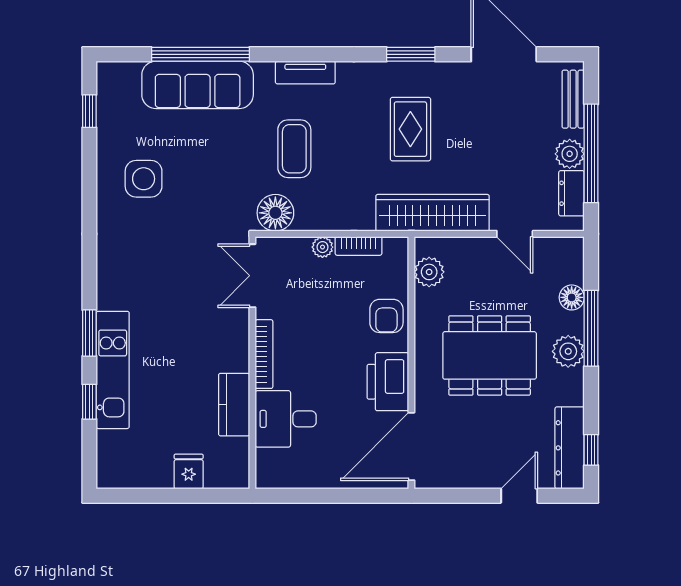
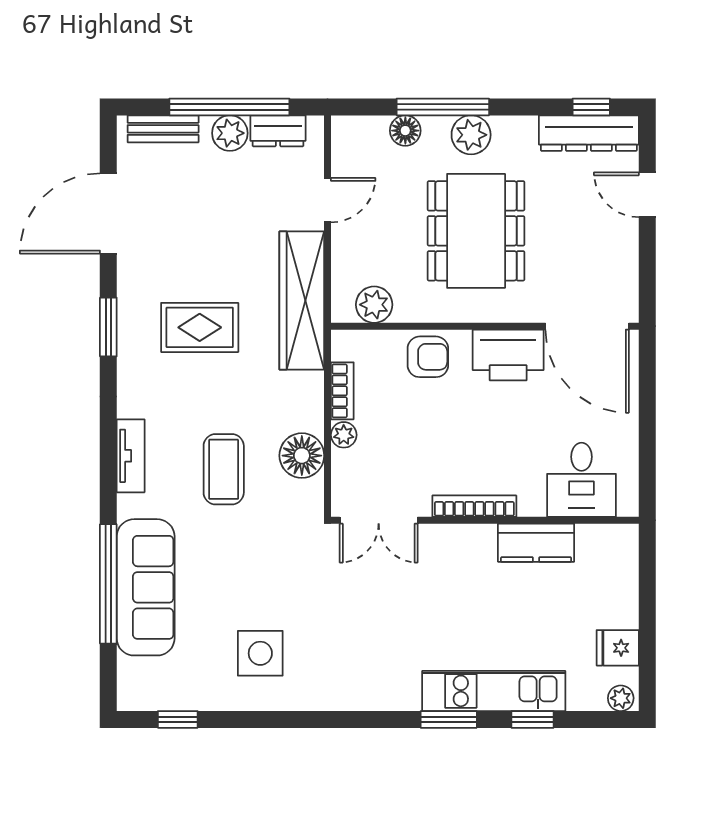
coffee table: (294, 149) -> (224, 469), turned 90
floor lamp: (275, 213) -> (302, 456), moved
desk: (286, 419) -> (581, 480), moved
fridge: (189, 471) -> (618, 648), moved
plant: (107, 474) -> (621, 698), added

